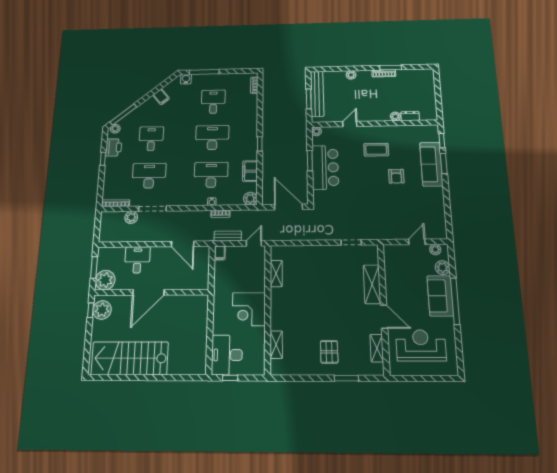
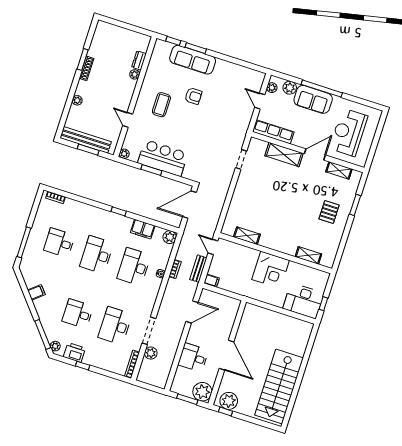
water cooler: (186, 79) -> (26, 263), removed
row of seats: (391, 266) -> (273, 132), added
pallet: (329, 352) -> (329, 212), turned 90

